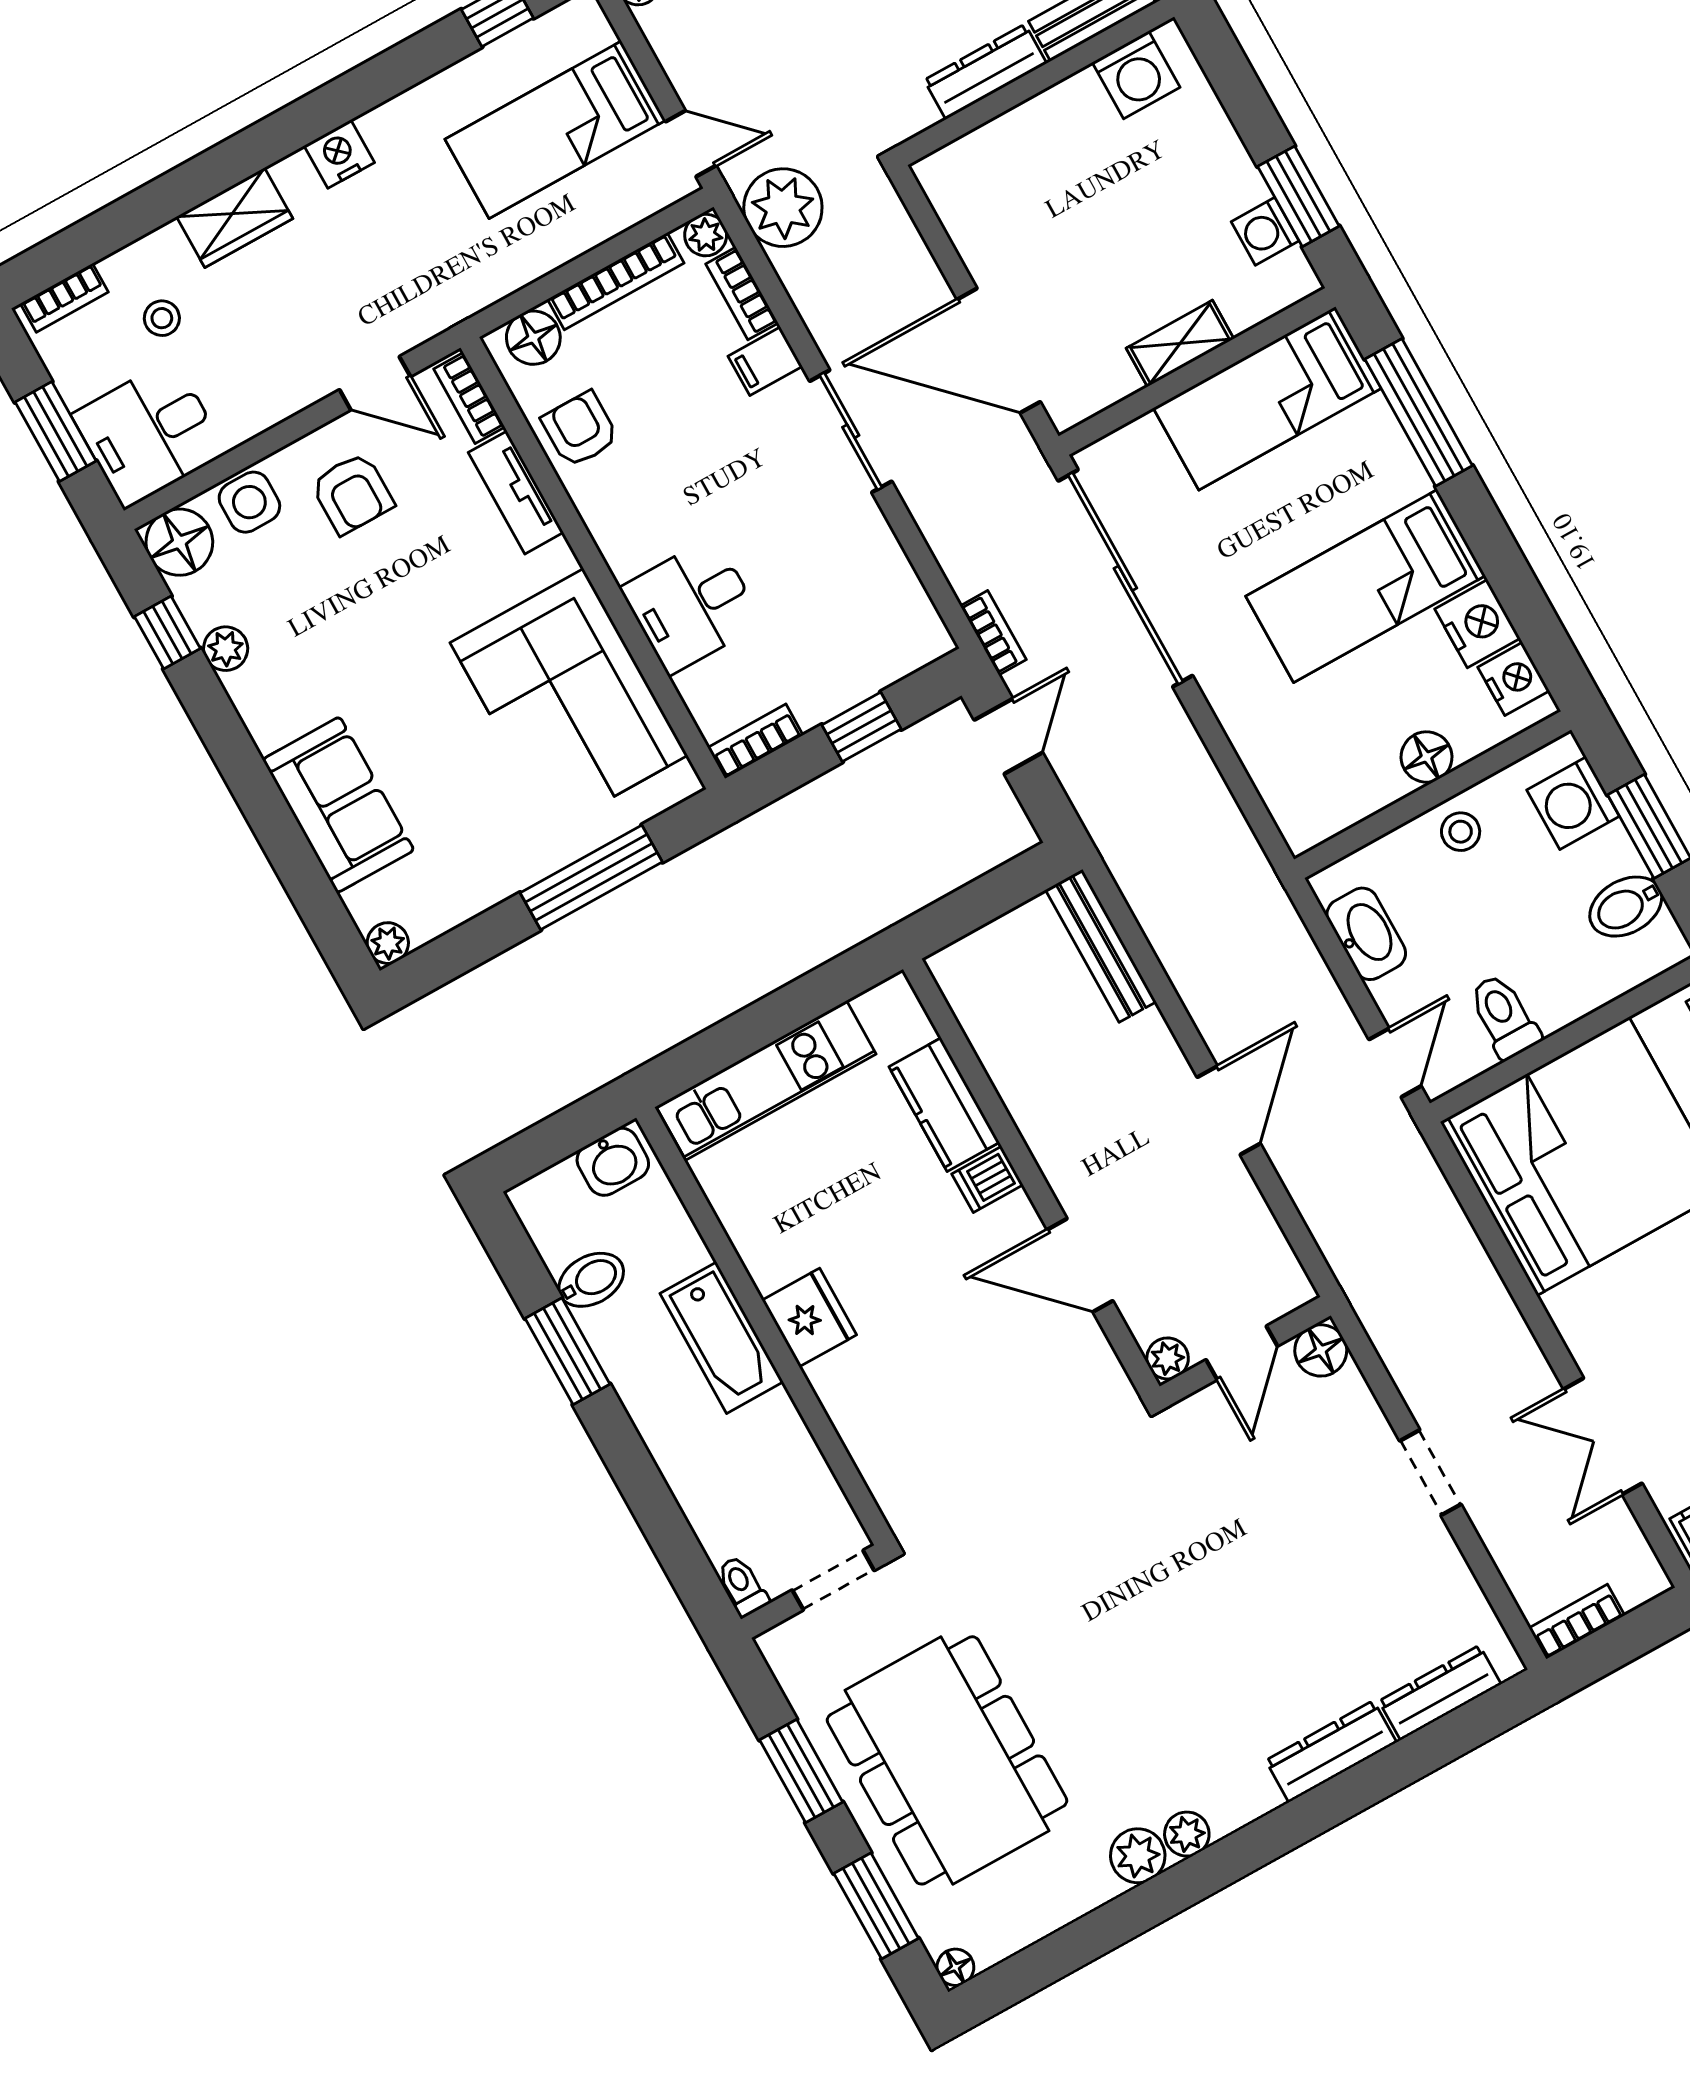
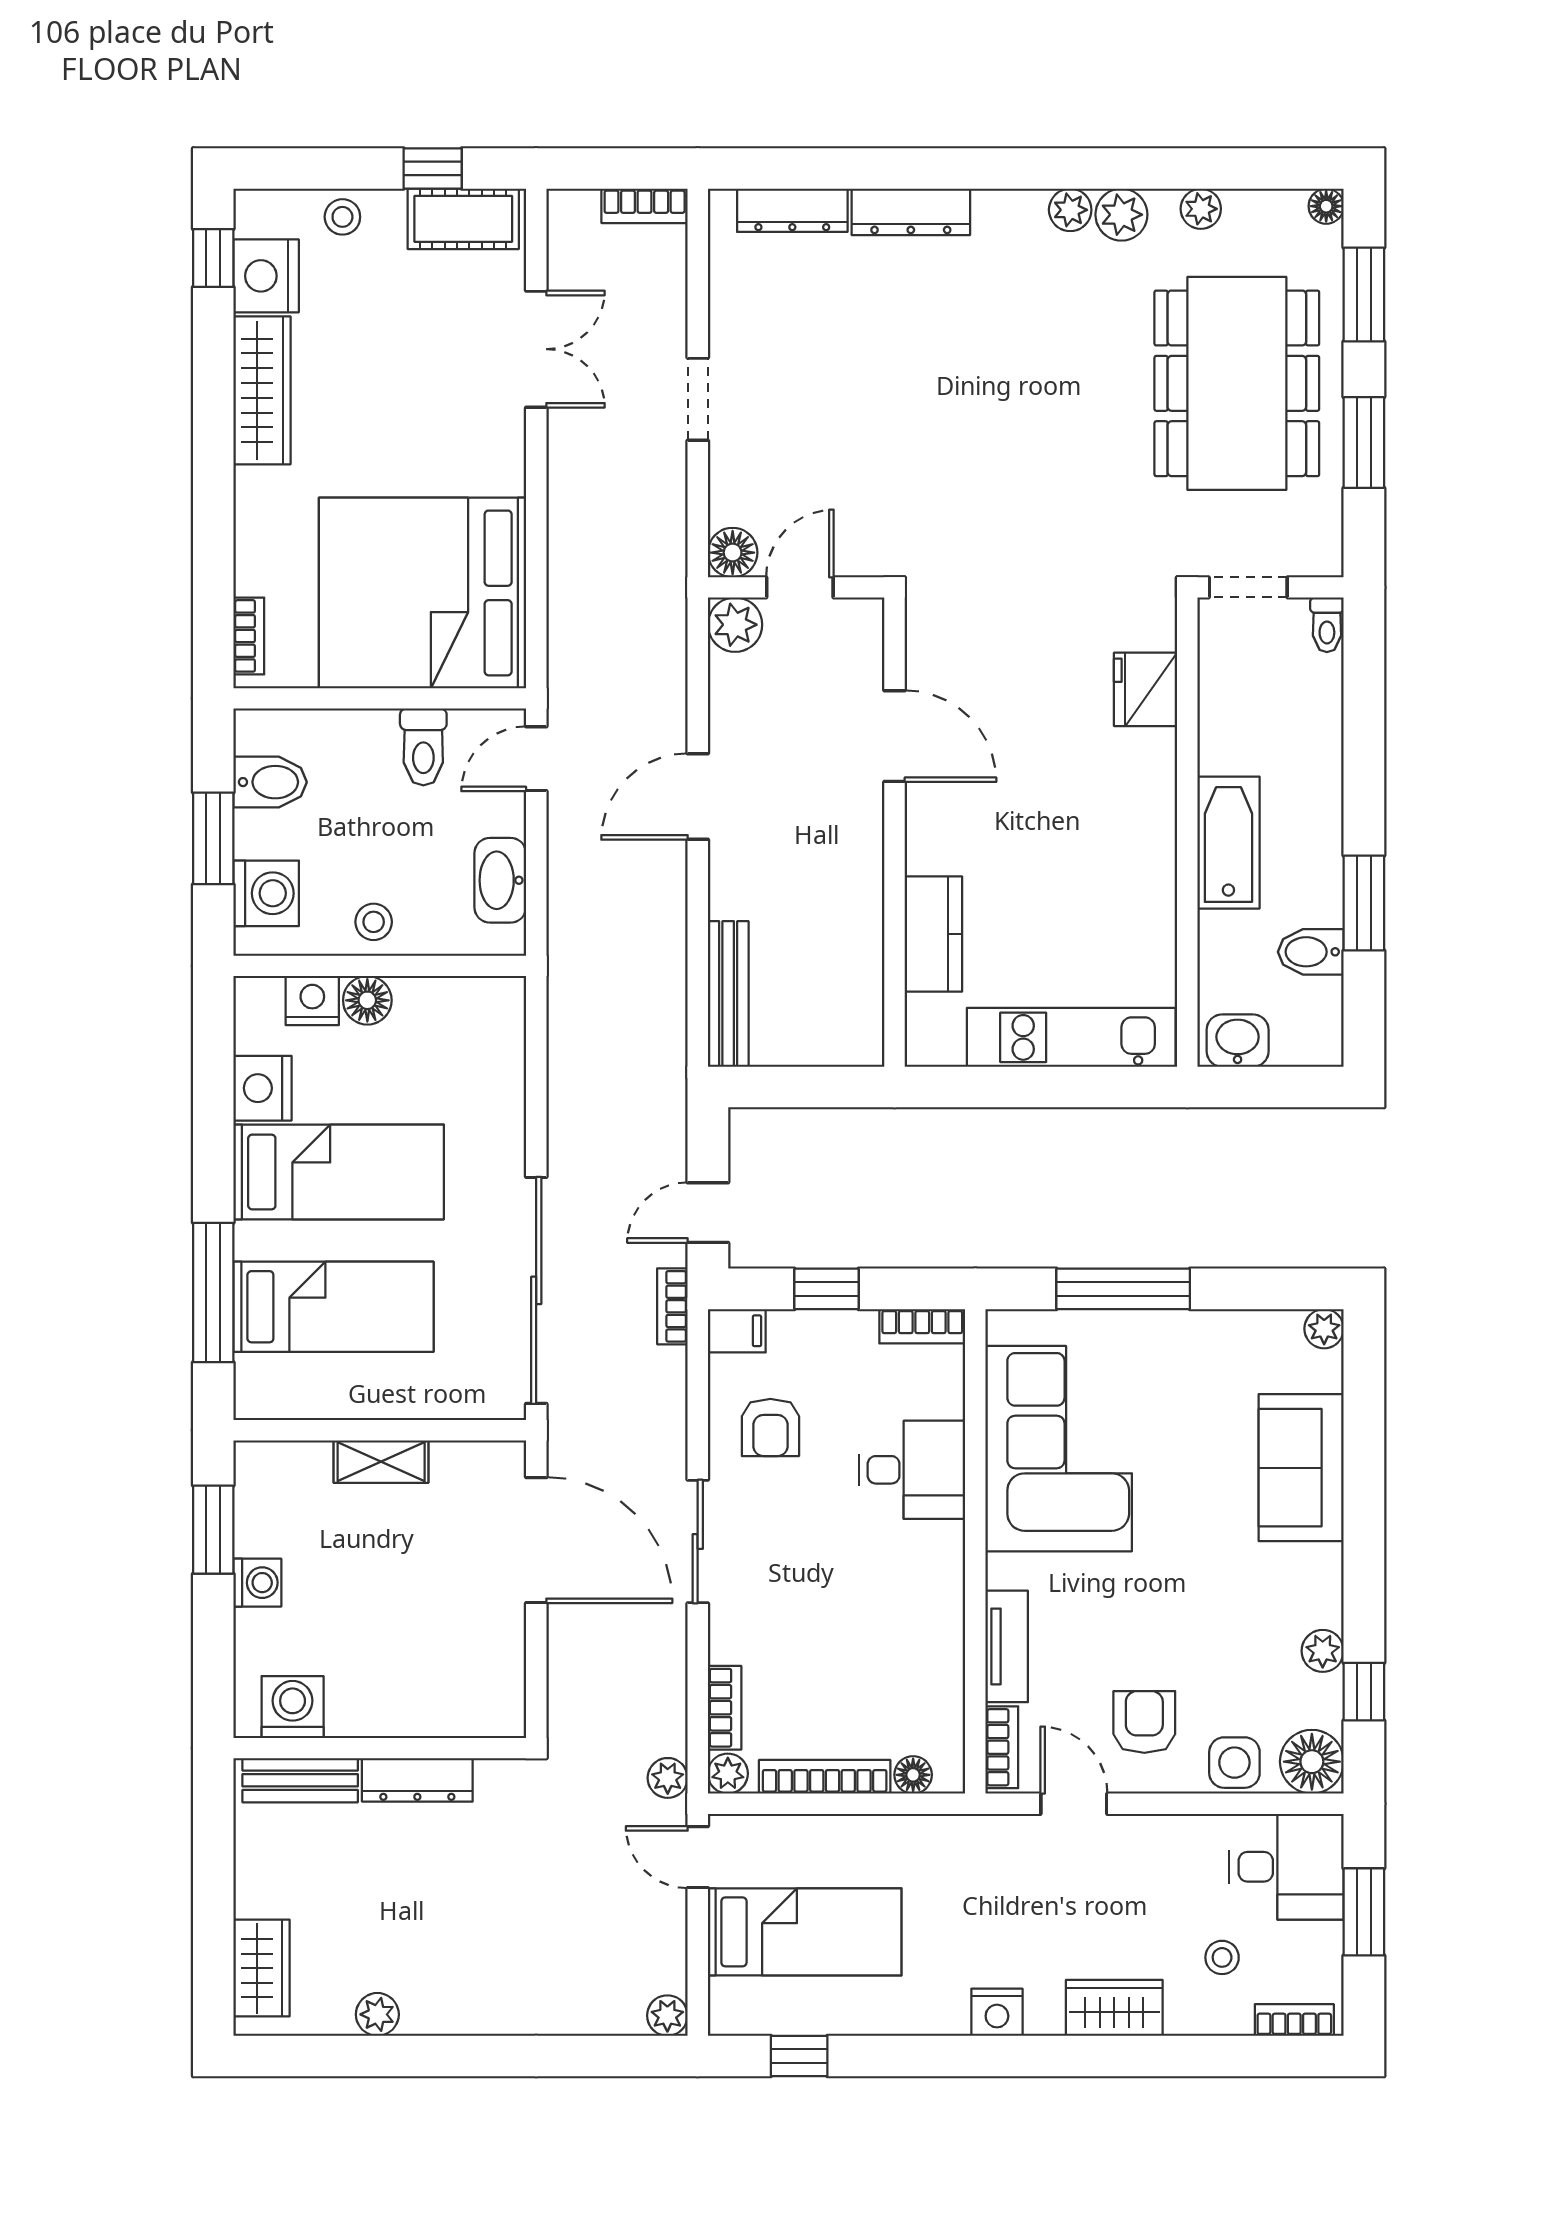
plant: (783, 208) -> (668, 1778), width x0.53, depth x0.53
washing machine: (1265, 231) -> (257, 1583), moved
floor lamp: (533, 338) -> (913, 1775), width x0.73, depth x0.73
filing cabinet: (765, 361) -> (737, 1331), moved
bed: (1267, 398) -> (333, 1307), moved
armchair: (580, 429) -> (770, 1427), moved
nightstand: (1514, 679) -> (312, 1001), moved, turned 90
dishwasher: (987, 1179) -> (932, 851), removed
fridge: (809, 1317) -> (1146, 689), moved
plant: (1168, 1358) -> (735, 625), moved, width x1.38, depth x1.38
plant: (1068, 1901) -> (1201, 209), added

